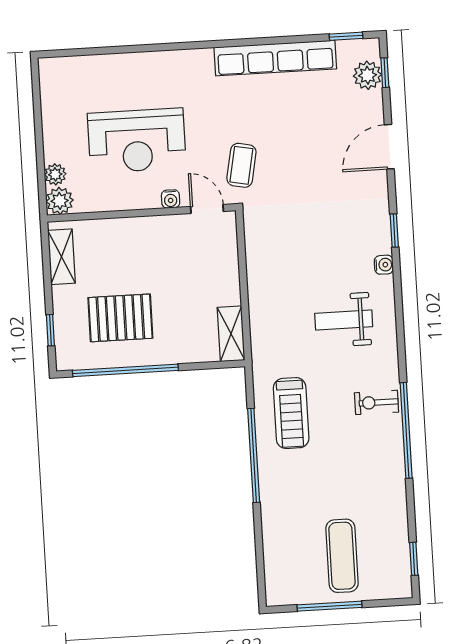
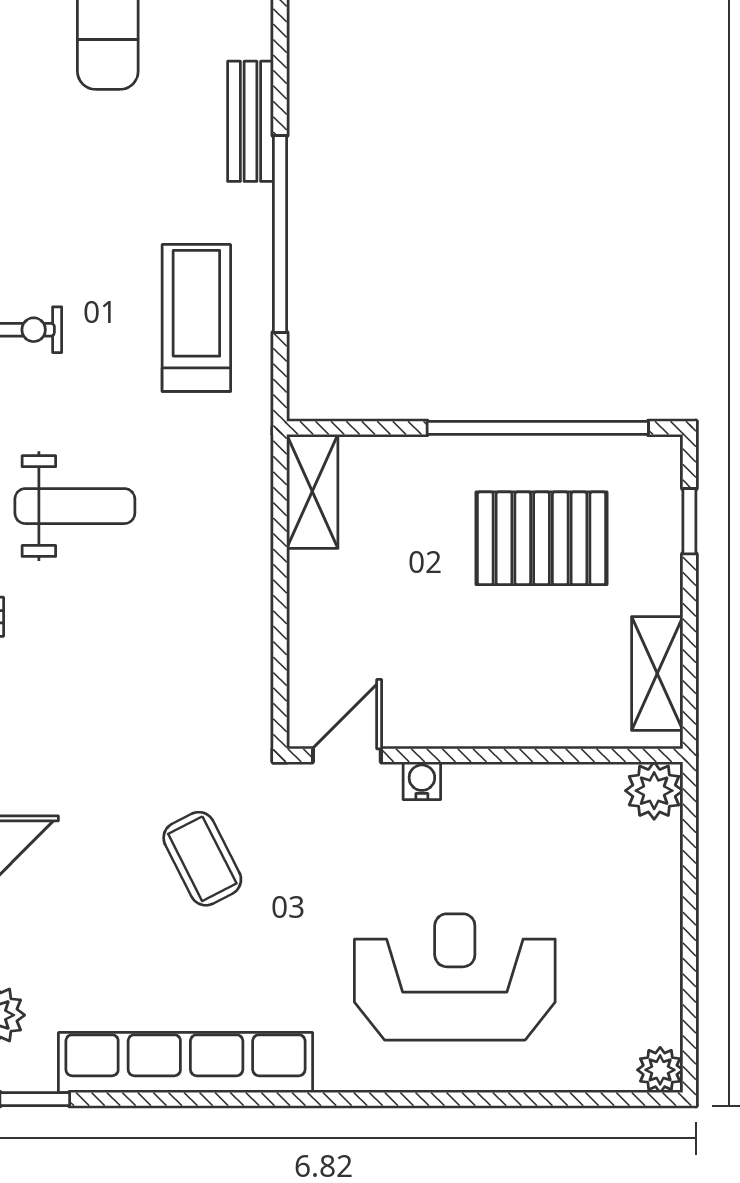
reception desk: (137, 141) -> (455, 977), moved
coffee table: (241, 165) -> (202, 859), moved, turned -38
plant: (55, 174) -> (660, 1070), moved
door: (207, 209) -> (347, 755), swing flipped
bench: (271, 508) -> (251, 121), added

